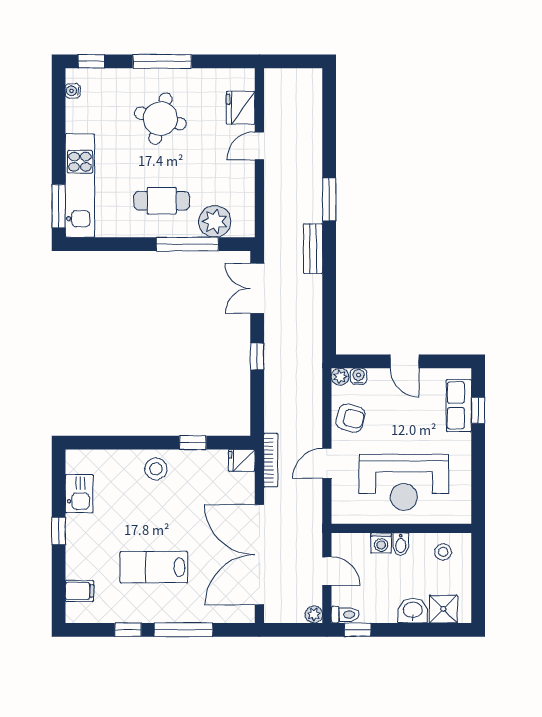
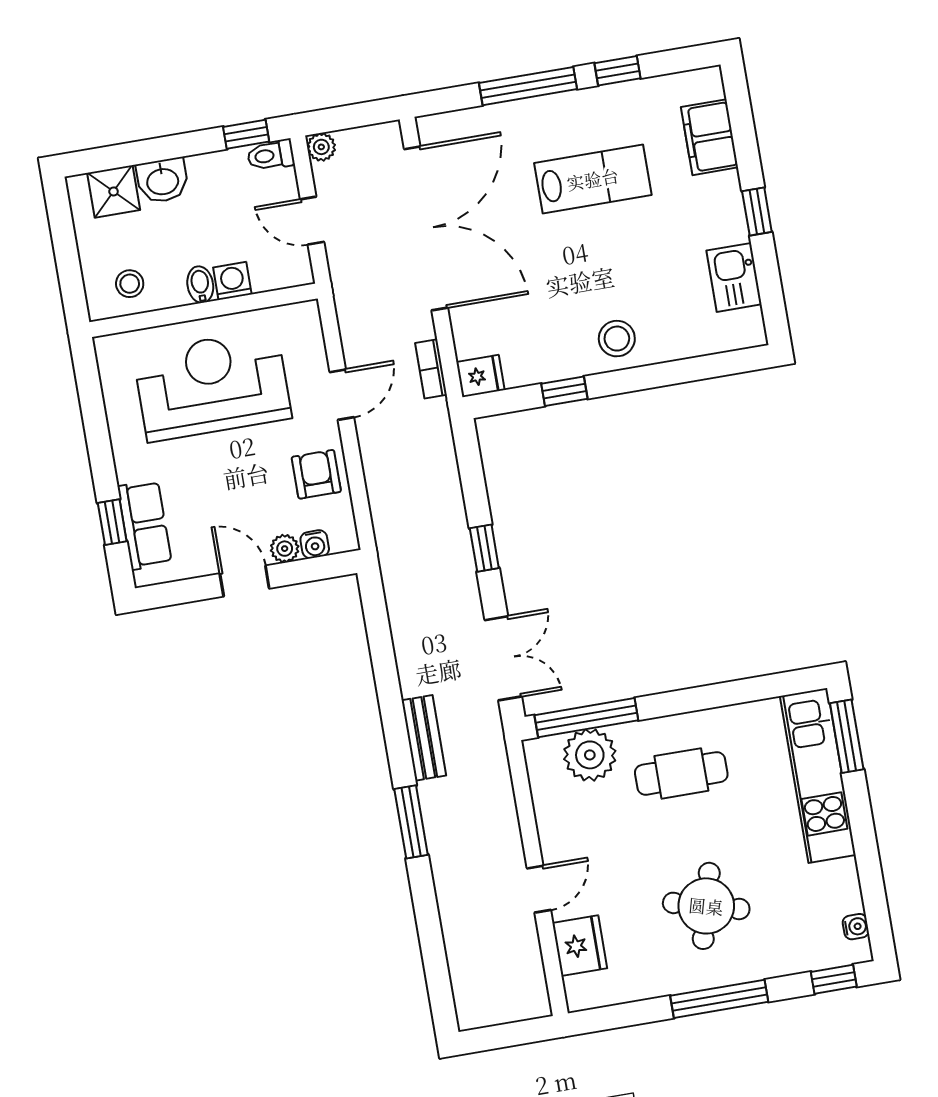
window: (187, 244) -> (586, 718), moved
plant: (340, 377) -> (285, 549), moved
armchair: (350, 418) -> (316, 474), turned 76
bookcase: (271, 460) -> (431, 369), width x0.64
filing cabinet: (79, 591) -> (710, 137), width x2.00

